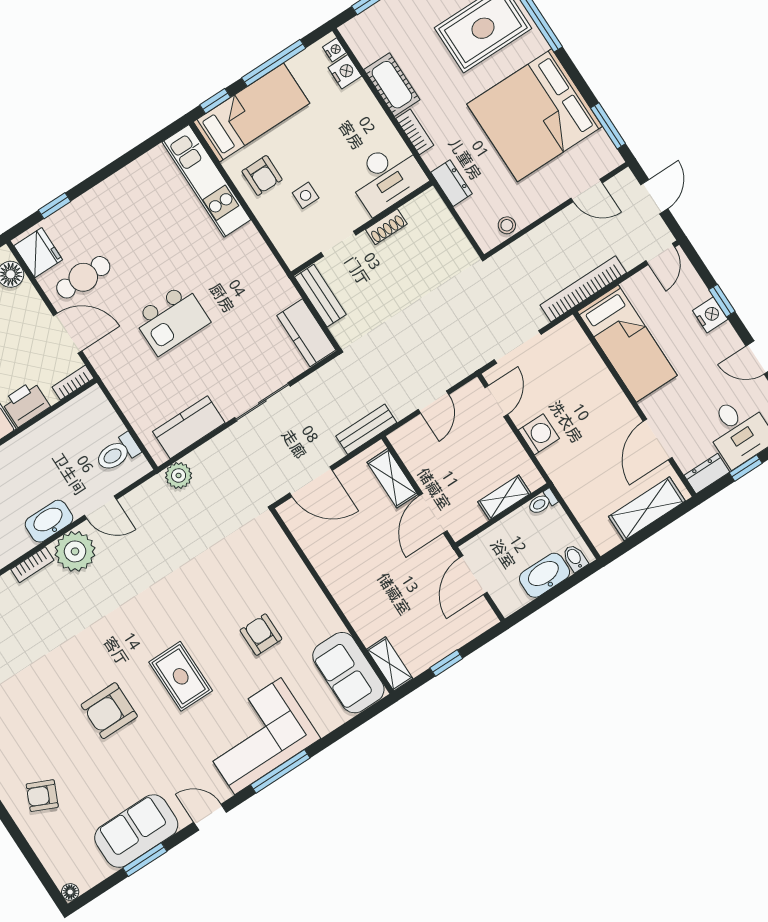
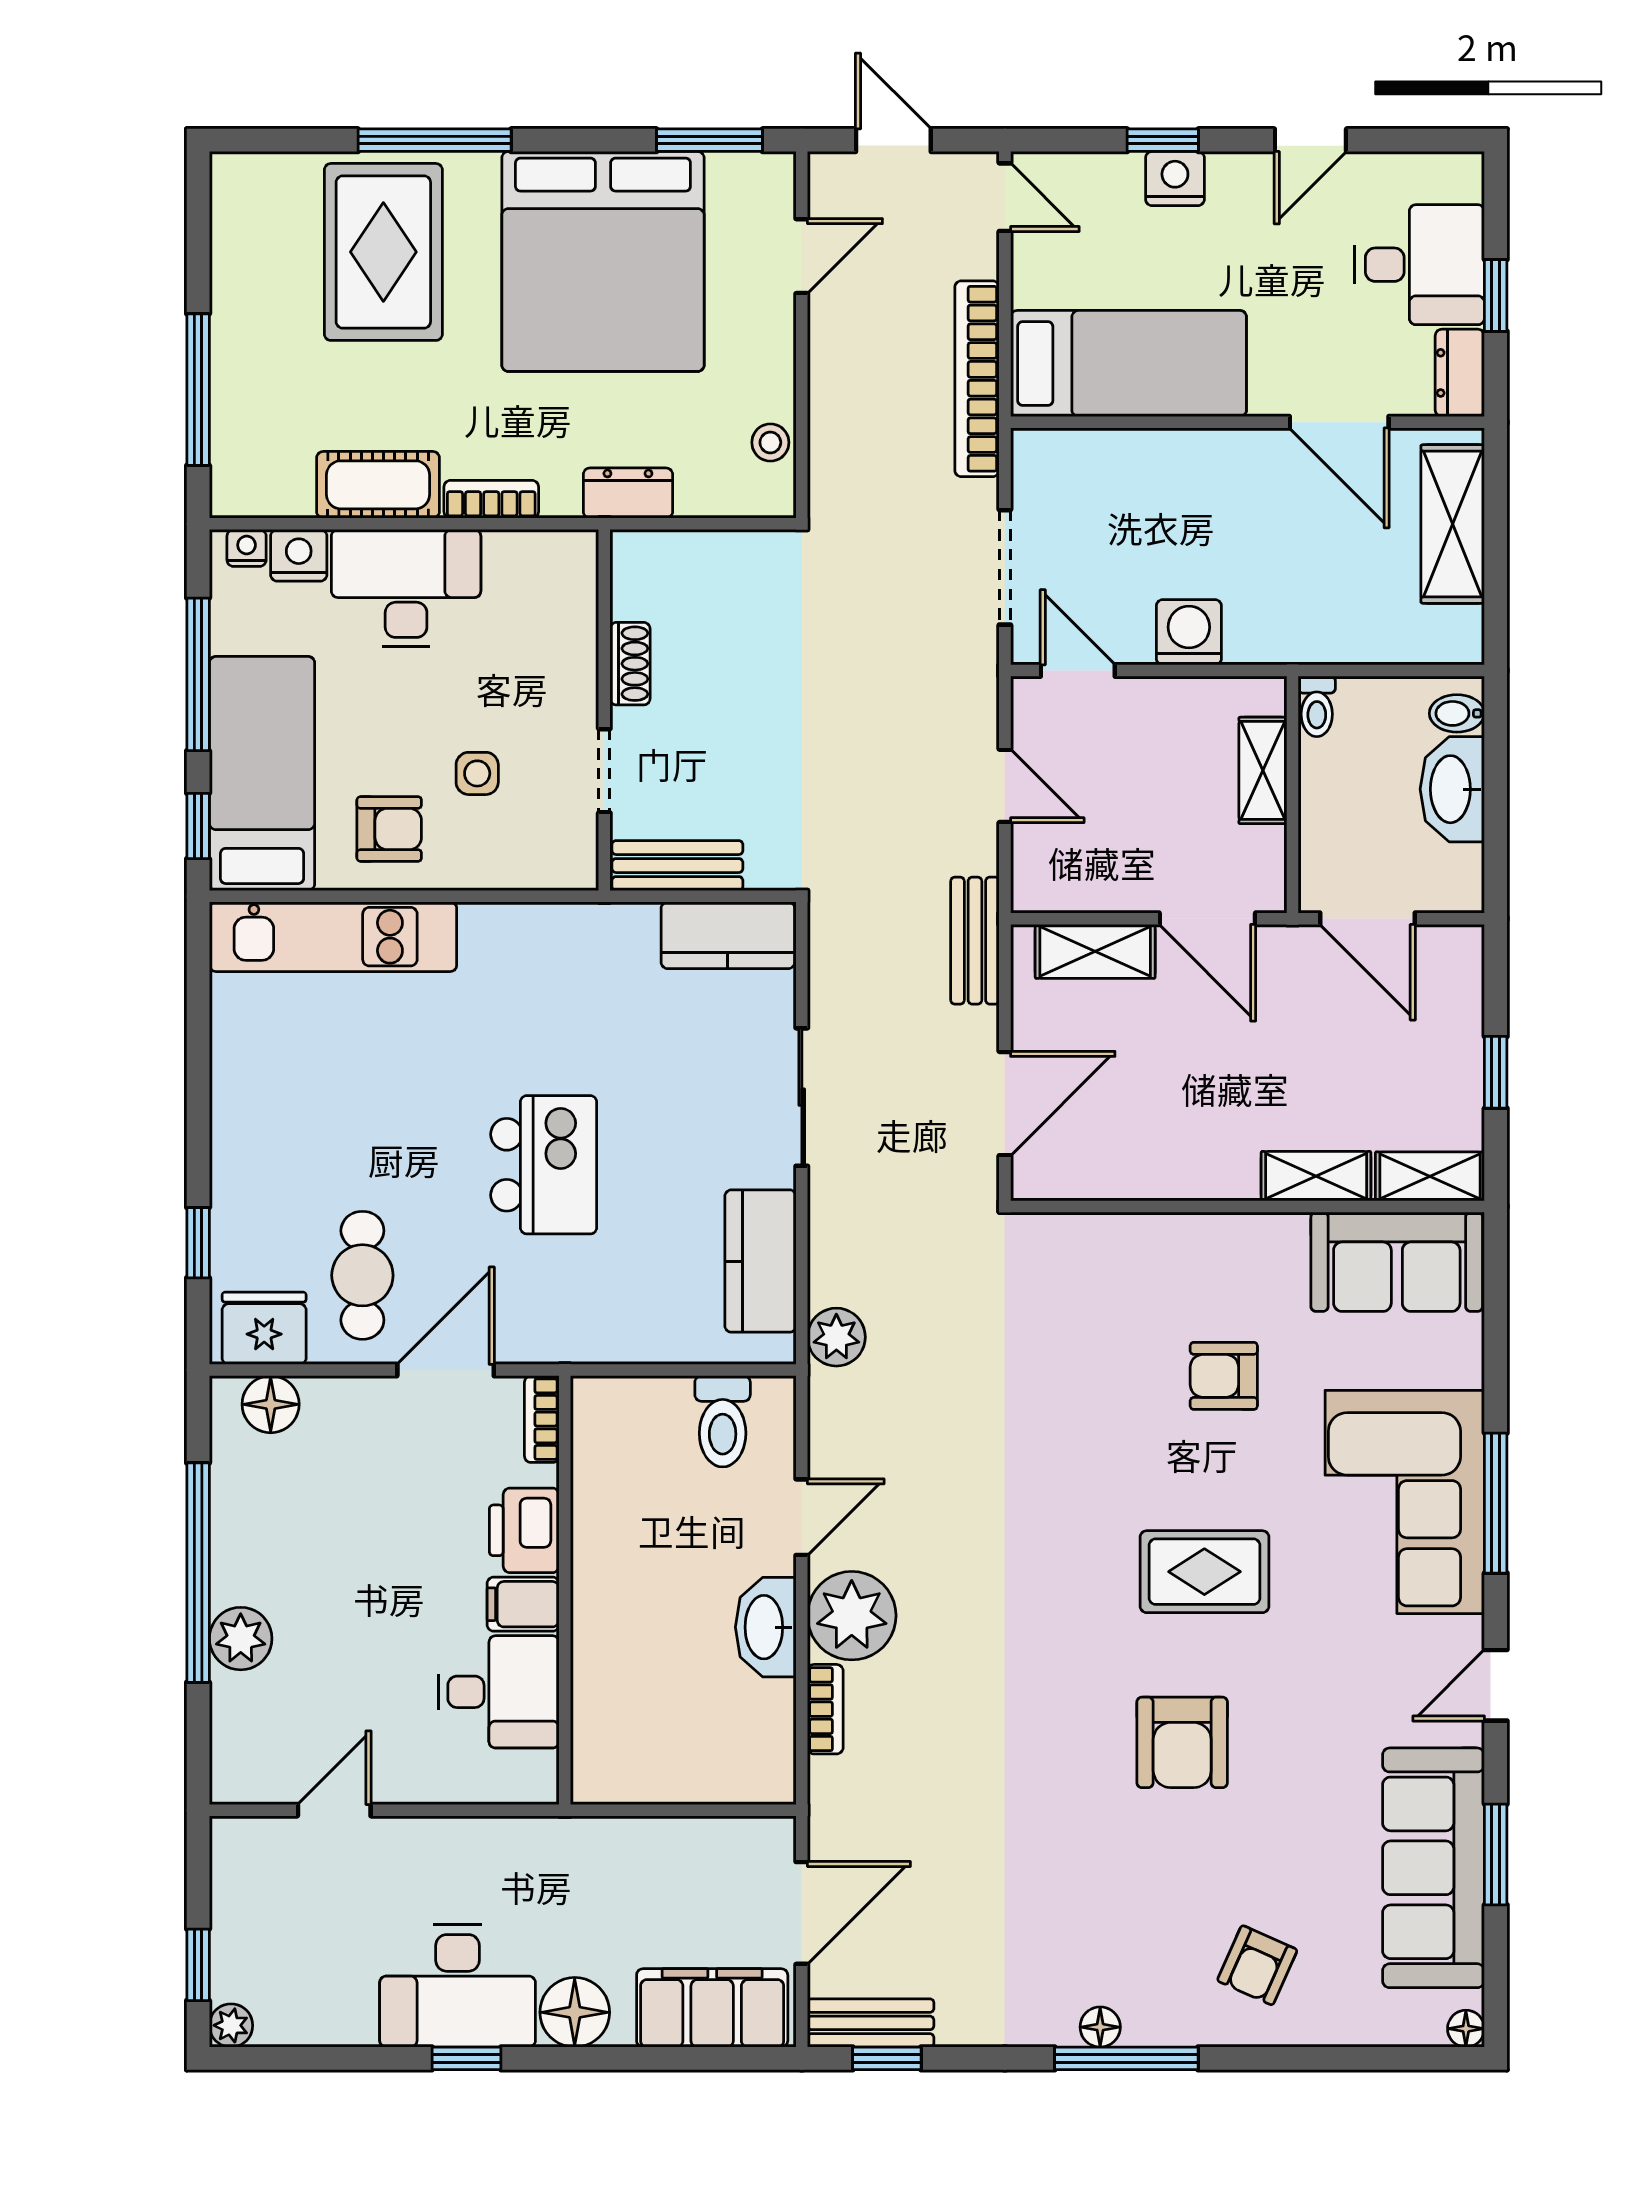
desk: (387, 177) -> (406, 588), moved, turned -90
shelving: (361, 620) -> (1316, 1176), added
sofa: (136, 831) -> (1433, 1868), width x1.36

